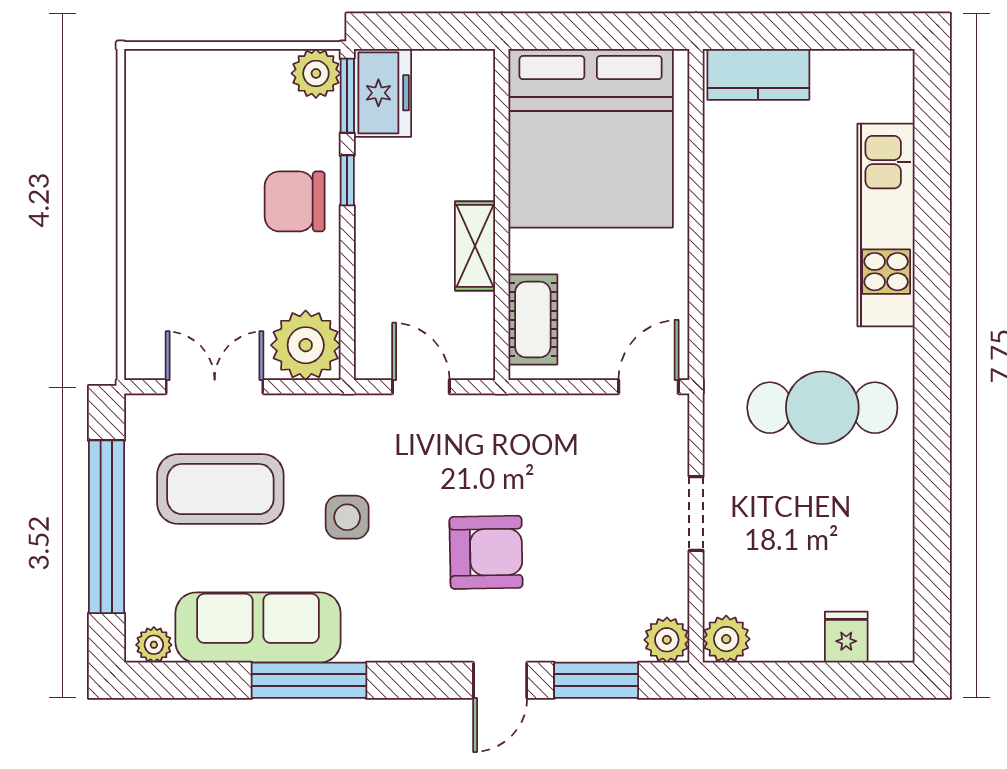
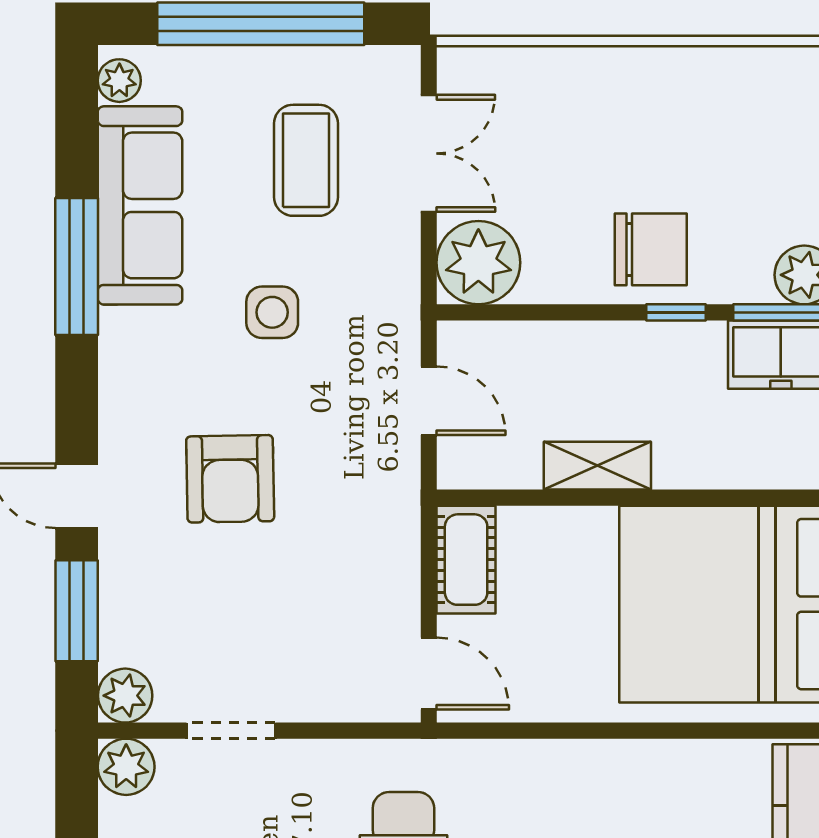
chair: (295, 201) -> (651, 249), turned 90
cot: (533, 320) -> (466, 560), moved, turned 90
door: (421, 387) -> (429, 401), hinge flipped
coffee table: (220, 489) -> (306, 160), width x0.73, depth x0.76
doorway: (696, 513) -> (231, 731), moved

